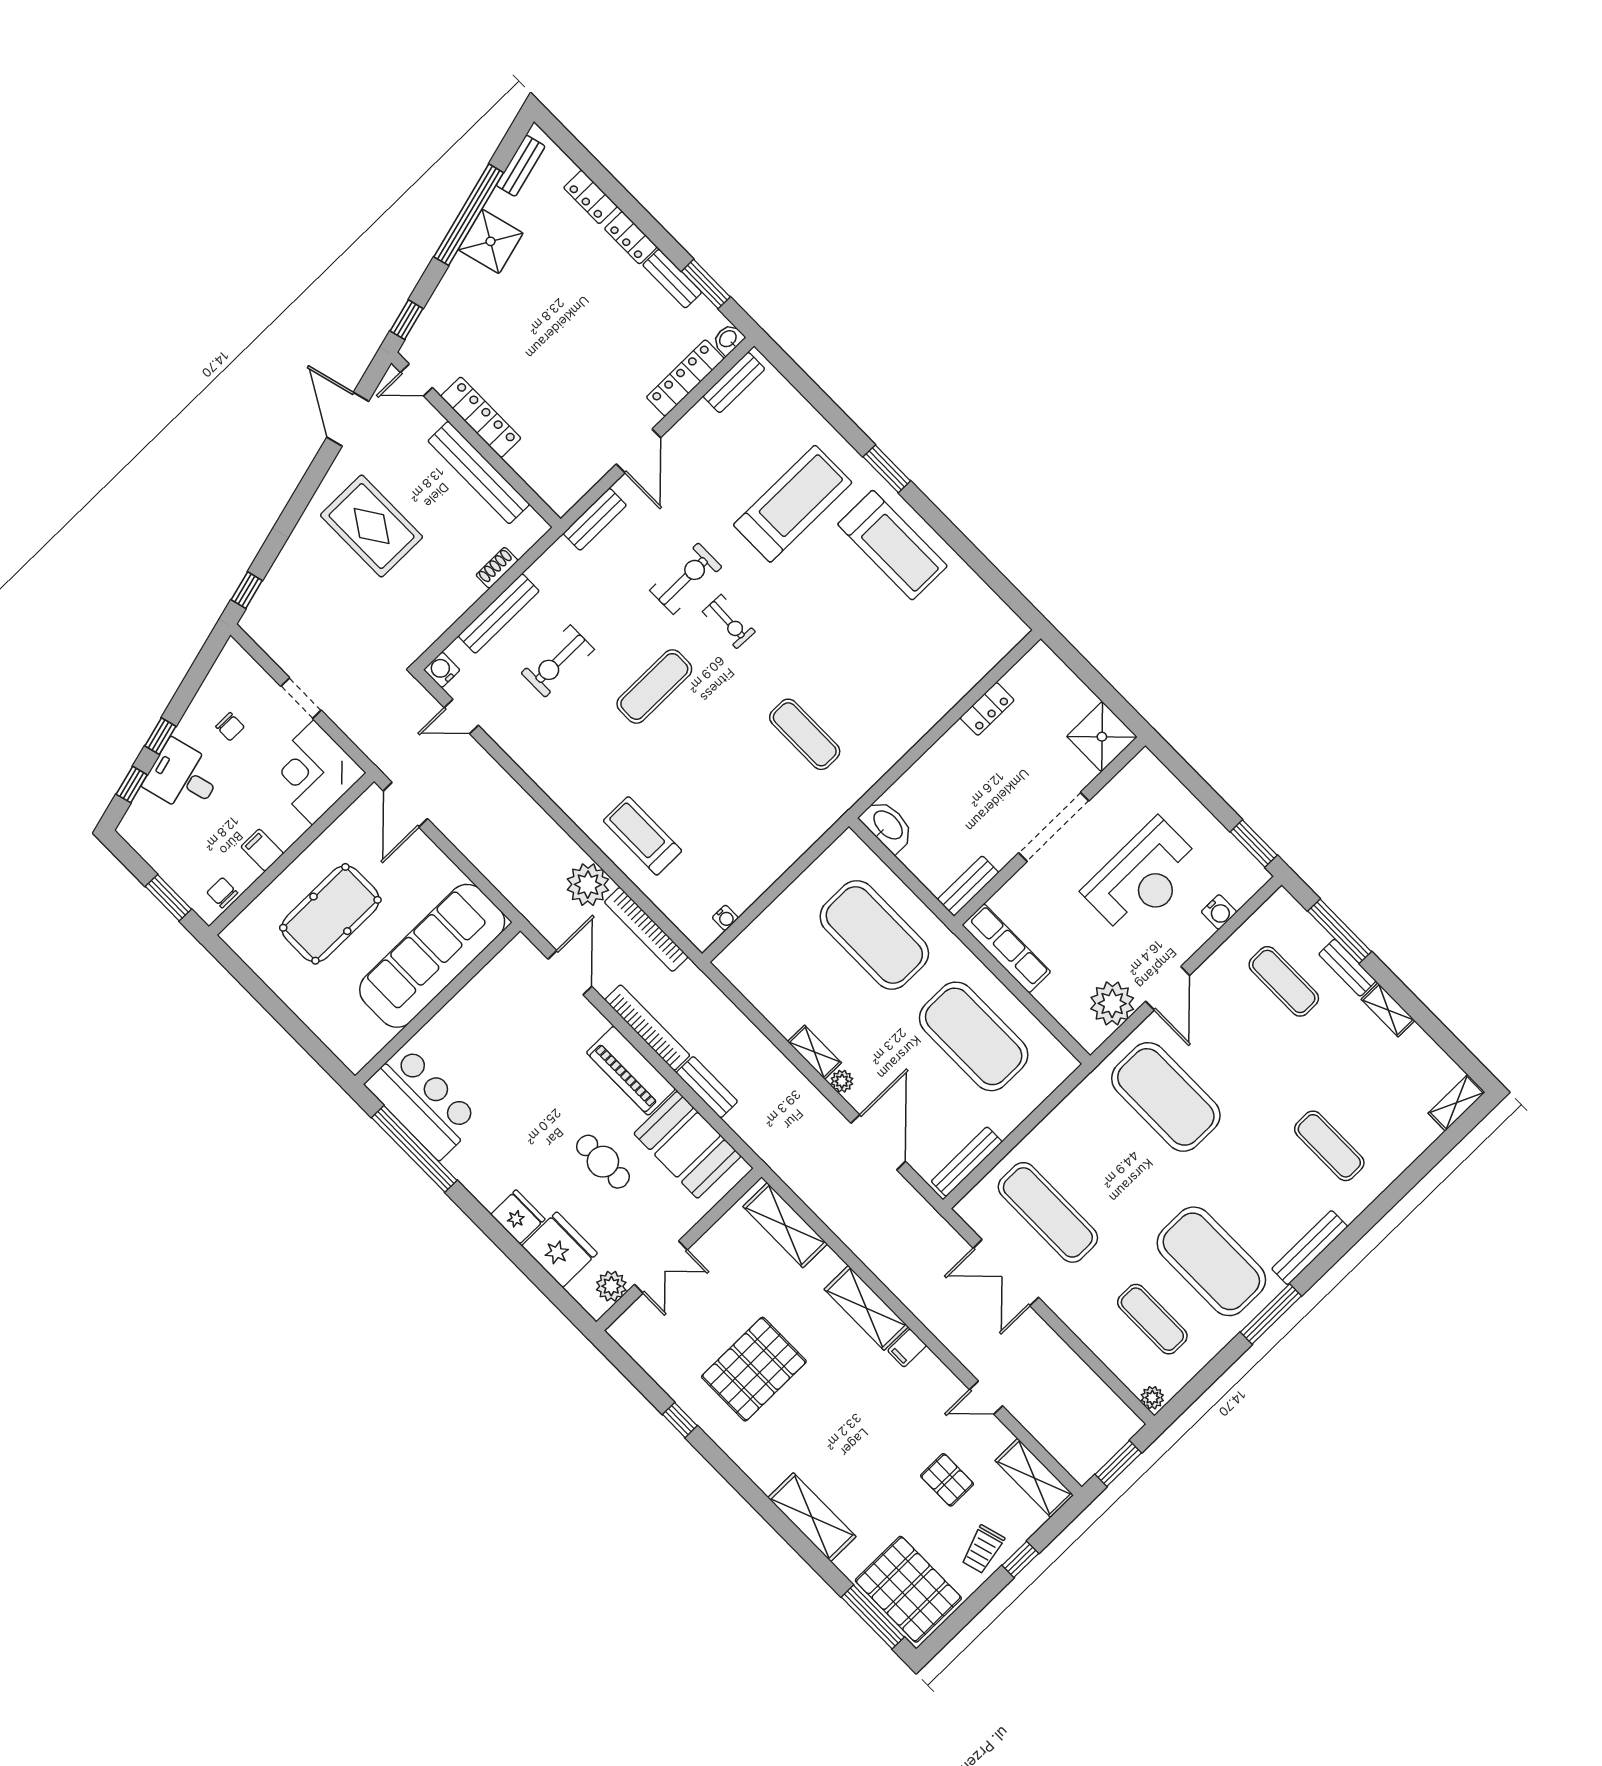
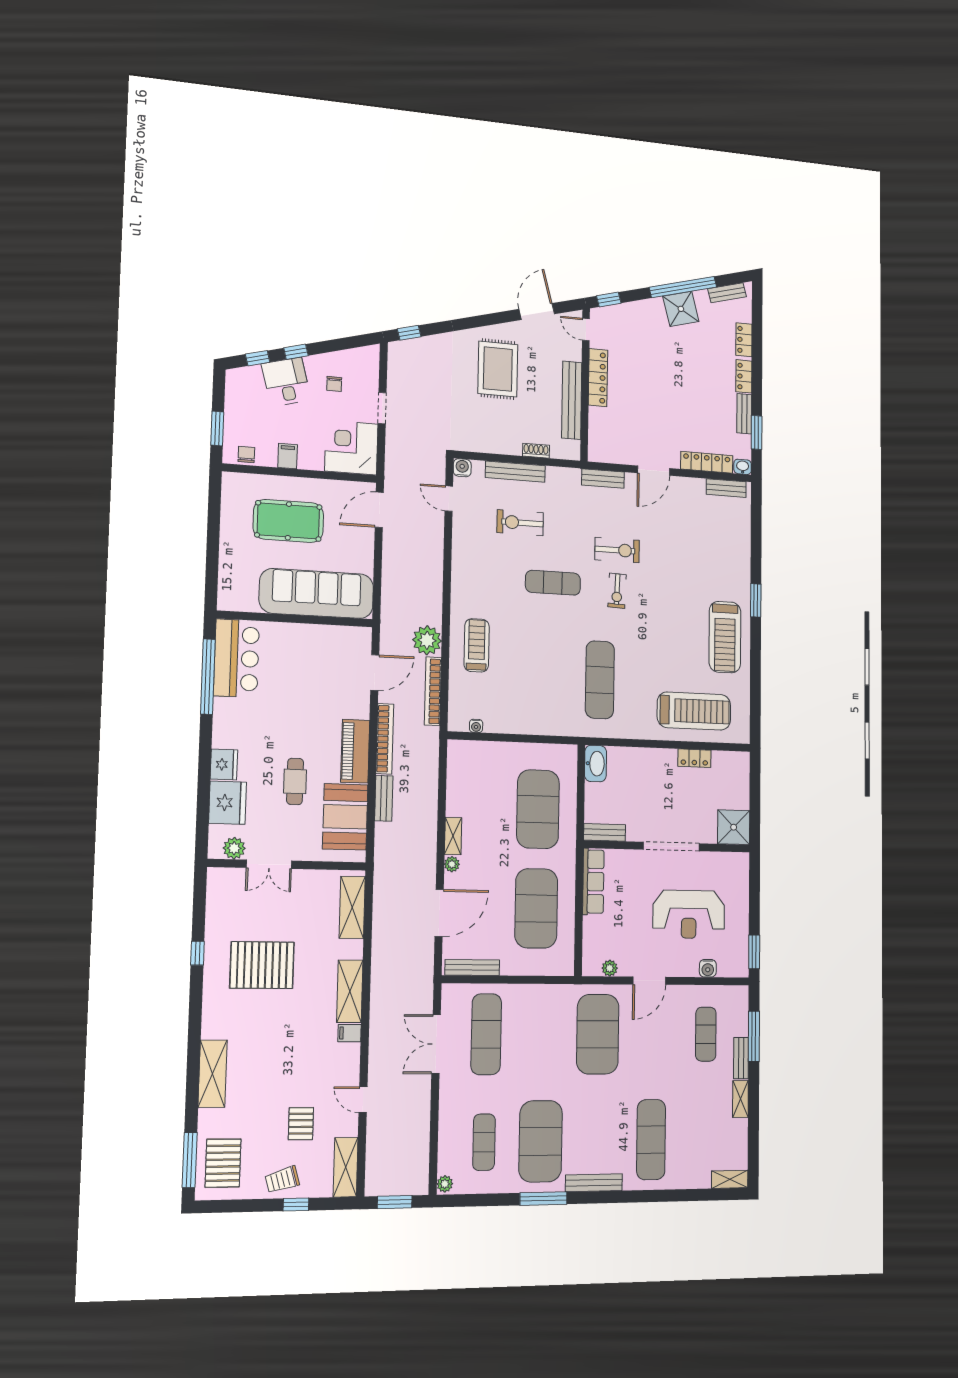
treadmill: (793, 504) -> (694, 711), moved
exercise mat: (805, 734) -> (600, 680), width x1.36, depth x1.45
plant: (1112, 1003) -> (610, 968), width x0.53, depth x0.53
exercise mat: (1329, 1146) -> (651, 1140), width x1.36, depth x1.45
pallet: (908, 1589) -> (223, 1163), width x0.73, depth x0.71

